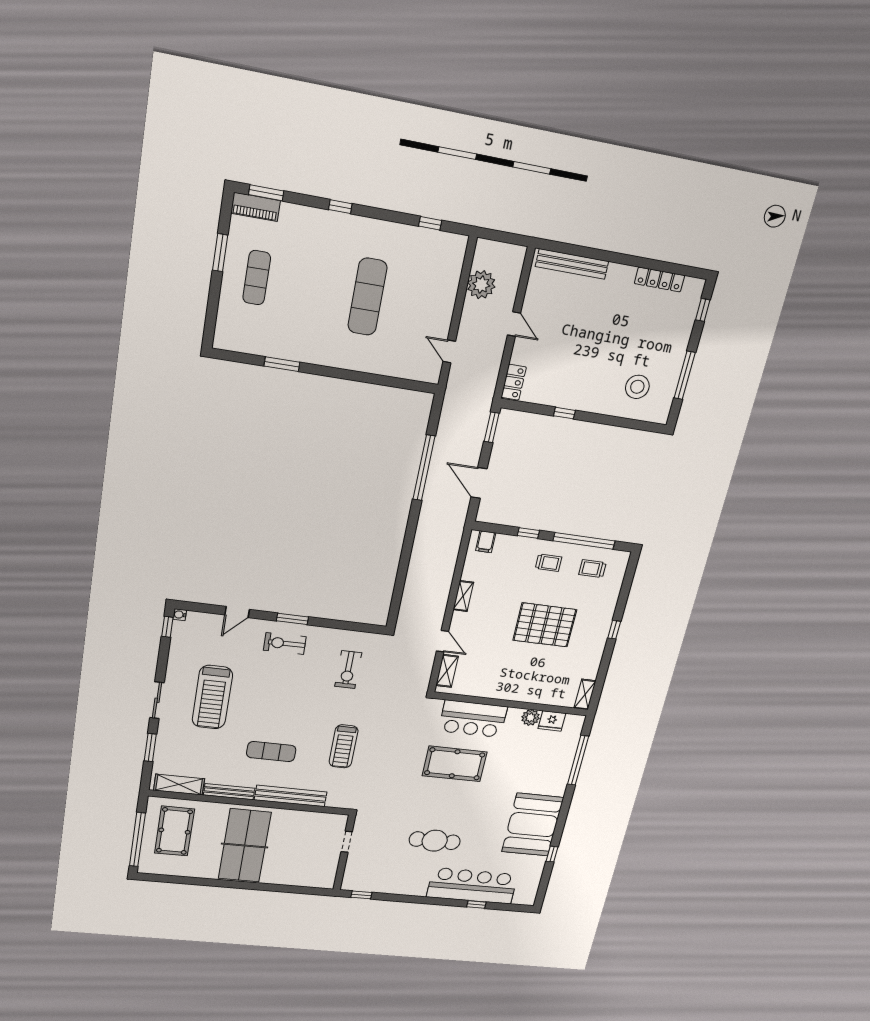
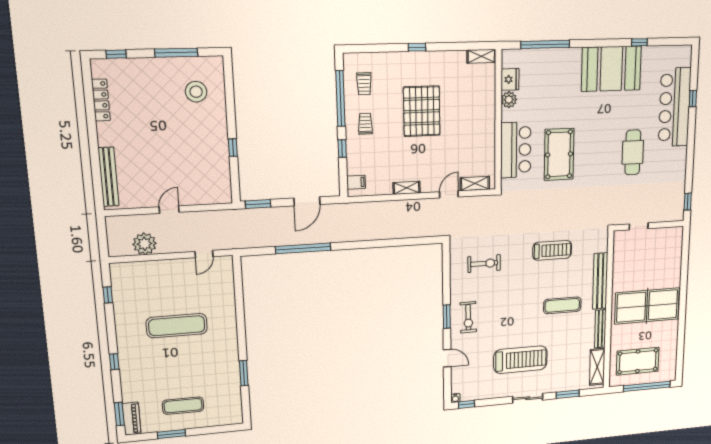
locker: (514, 382) -> (217, 197), removed
exercise mat: (271, 752) -> (562, 305), turned 90

